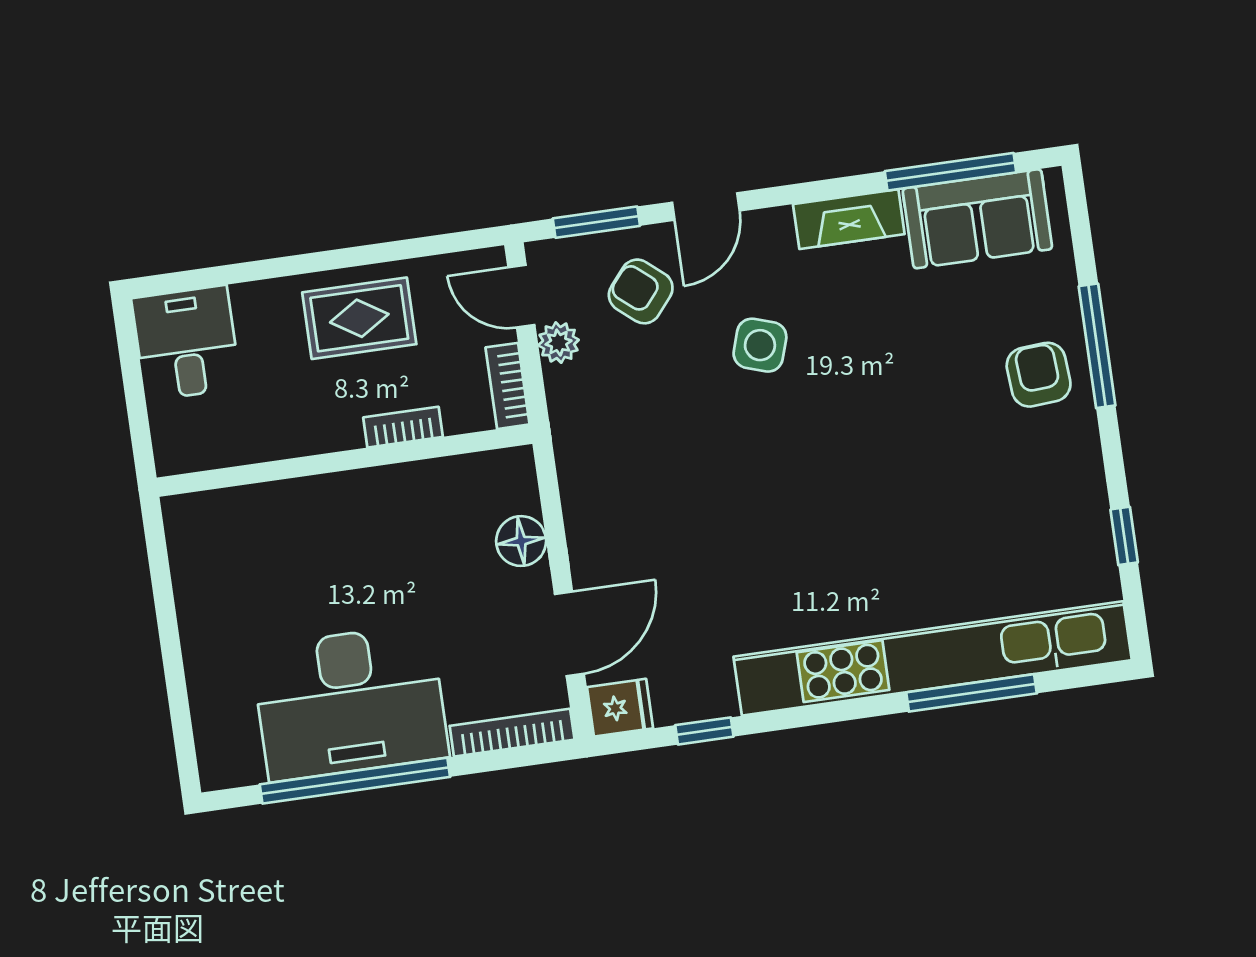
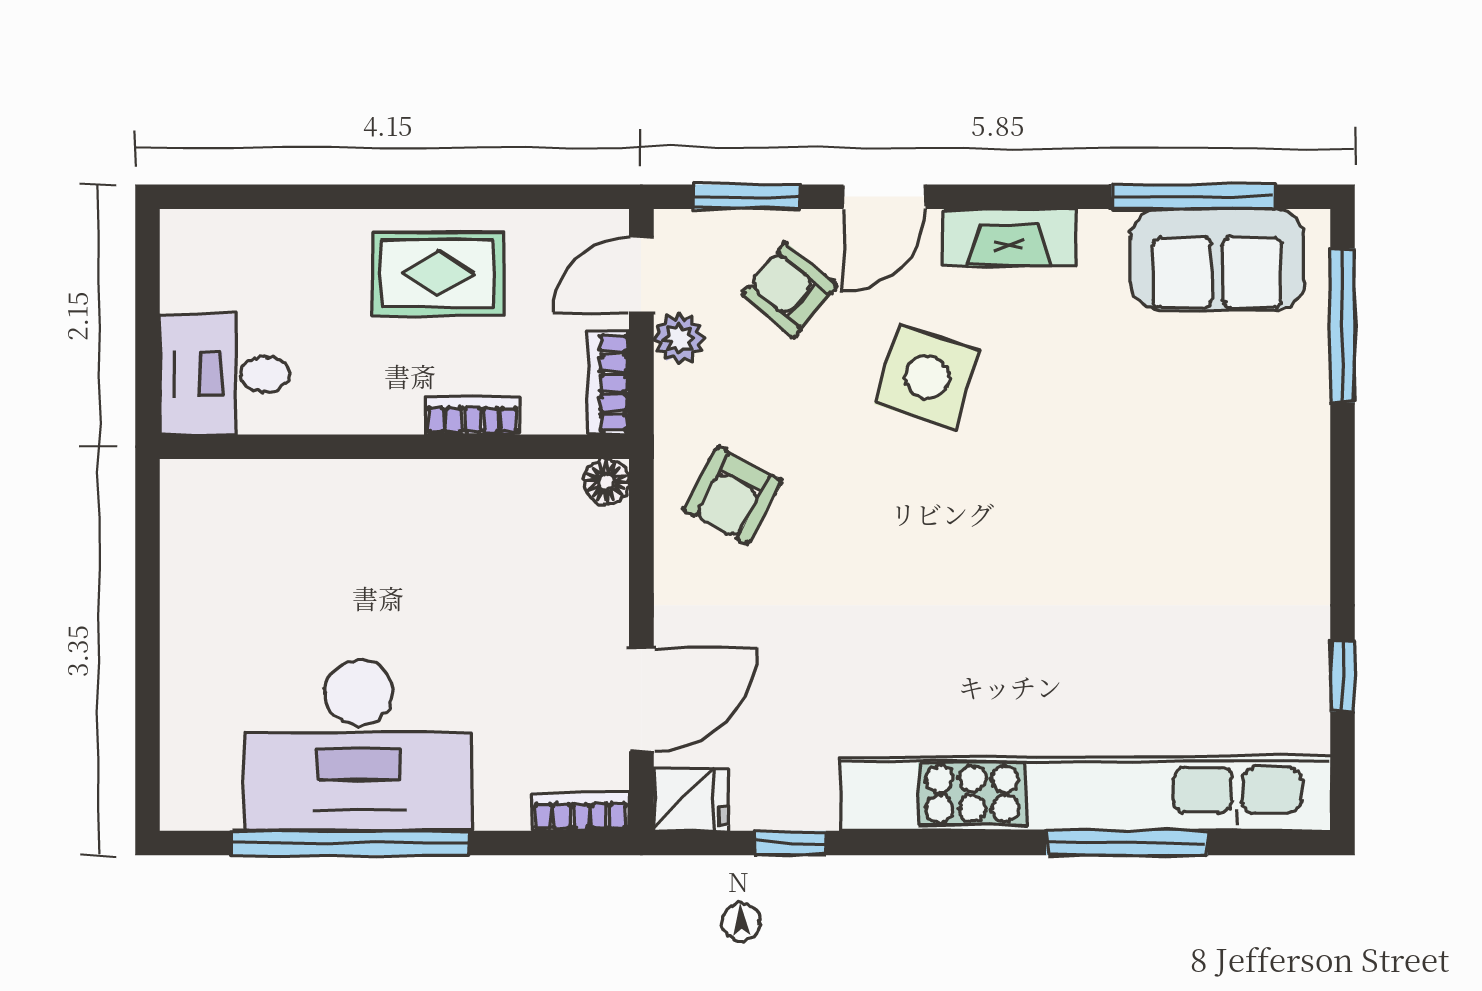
fireplace: (849, 219) -> (1009, 237), moved
door: (521, 296) -> (641, 275), hinge flipped
desk: (186, 343) -> (225, 374), moved, turned -90
side table: (760, 345) -> (927, 377), width x1.37, depth x1.37
window: (1097, 346) -> (1343, 325), moved
armchair: (1039, 375) -> (733, 495), moved, turned -148
floor lamp: (521, 541) -> (607, 482), moved, width x0.73, depth x0.73
bookcase: (512, 733) -> (581, 811), width x0.64

